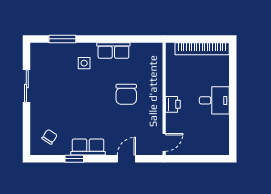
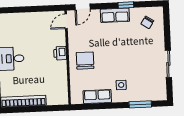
wall: (164, 99) -> (68, 58), moved
printer: (173, 104) -> (60, 53), moved
door: (164, 142) -> (66, 21), moved

